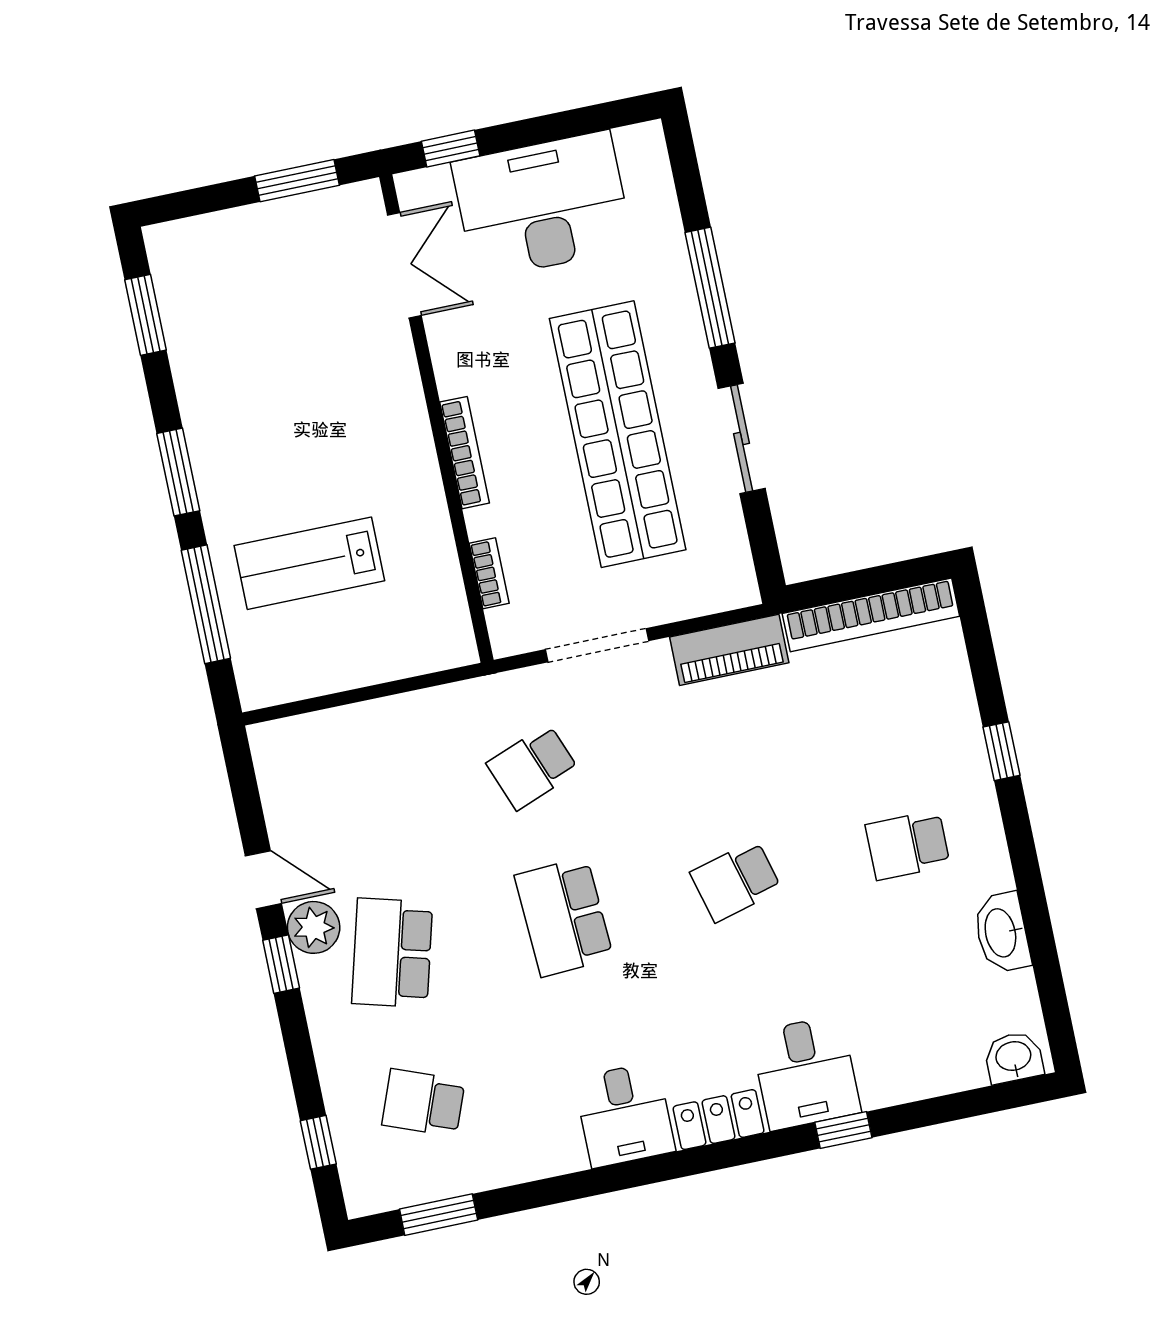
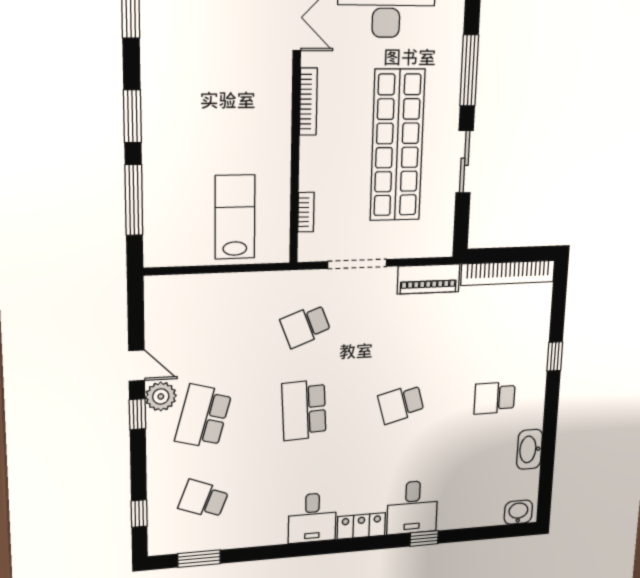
bookcase: (465, 453) -> (308, 102), moved
lab bench: (309, 563) -> (235, 217), moved, turned 90

